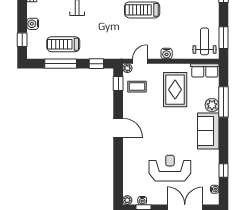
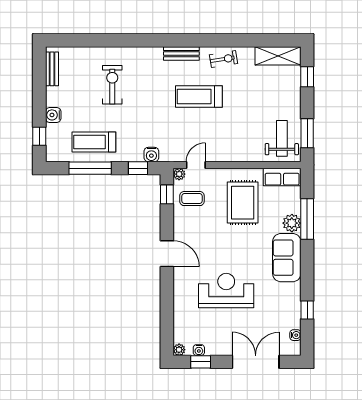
water cooler: (167, 54) -> (151, 154), moved
reception desk: (170, 168) -> (226, 291), moved

